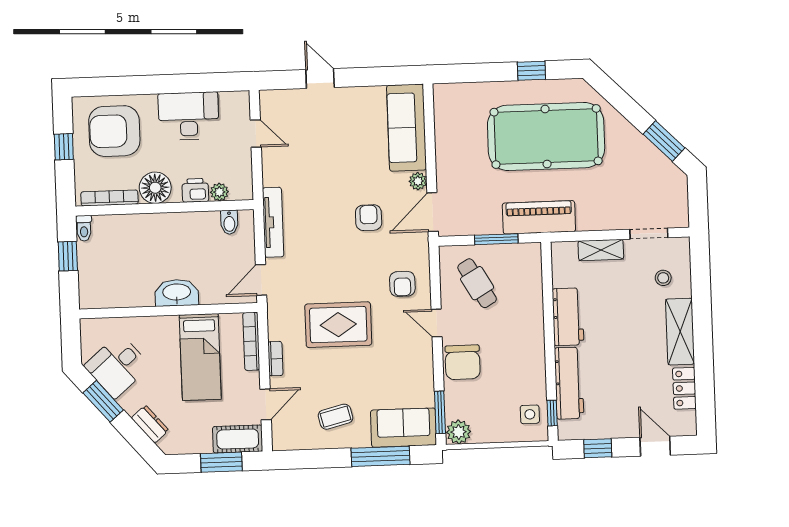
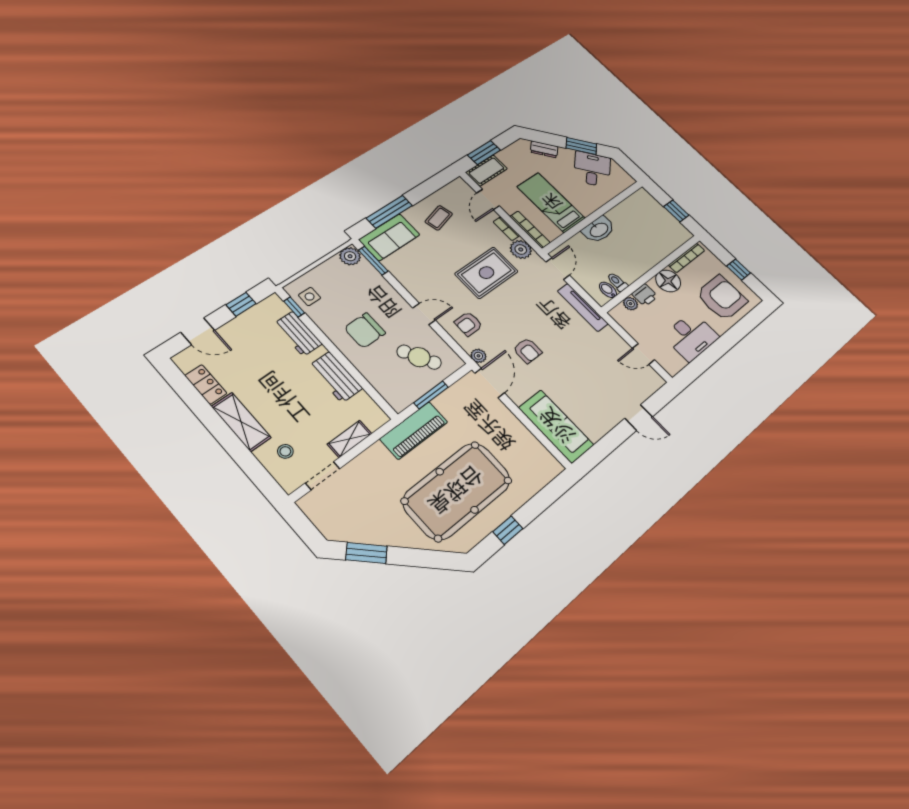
plant: (418, 181) -> (478, 356), moved
toilet: (84, 228) -> (617, 282), moved
armchair: (402, 284) -> (468, 324), turned -90
plant: (281, 326) -> (521, 249), added
chair: (463, 362) -> (365, 330), moved, turned -90
workbench: (569, 383) -> (298, 334), width x0.73

